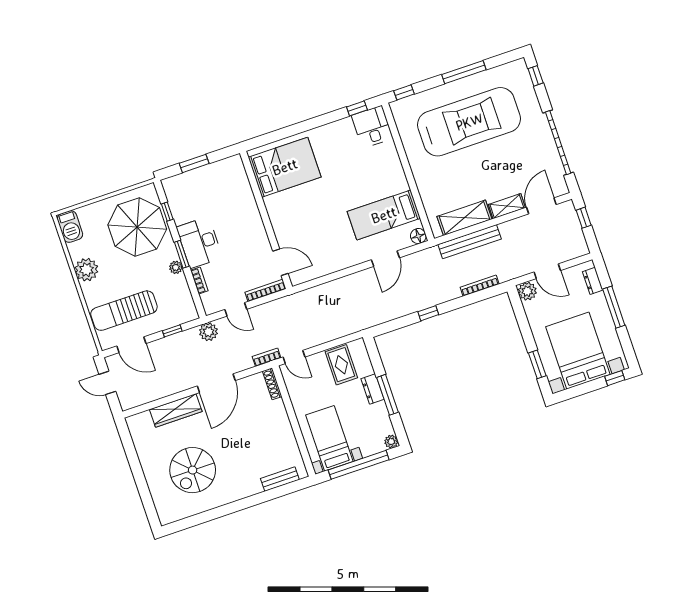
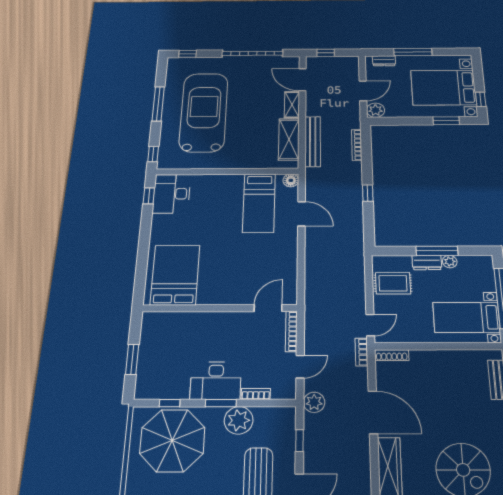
desk: (372, 127) -> (172, 194), width x1.37
plant: (176, 267) -> (239, 420), width x1.87, depth x1.87
window: (615, 378) -> (481, 99), moved
plant: (391, 442) -> (450, 262), moved

